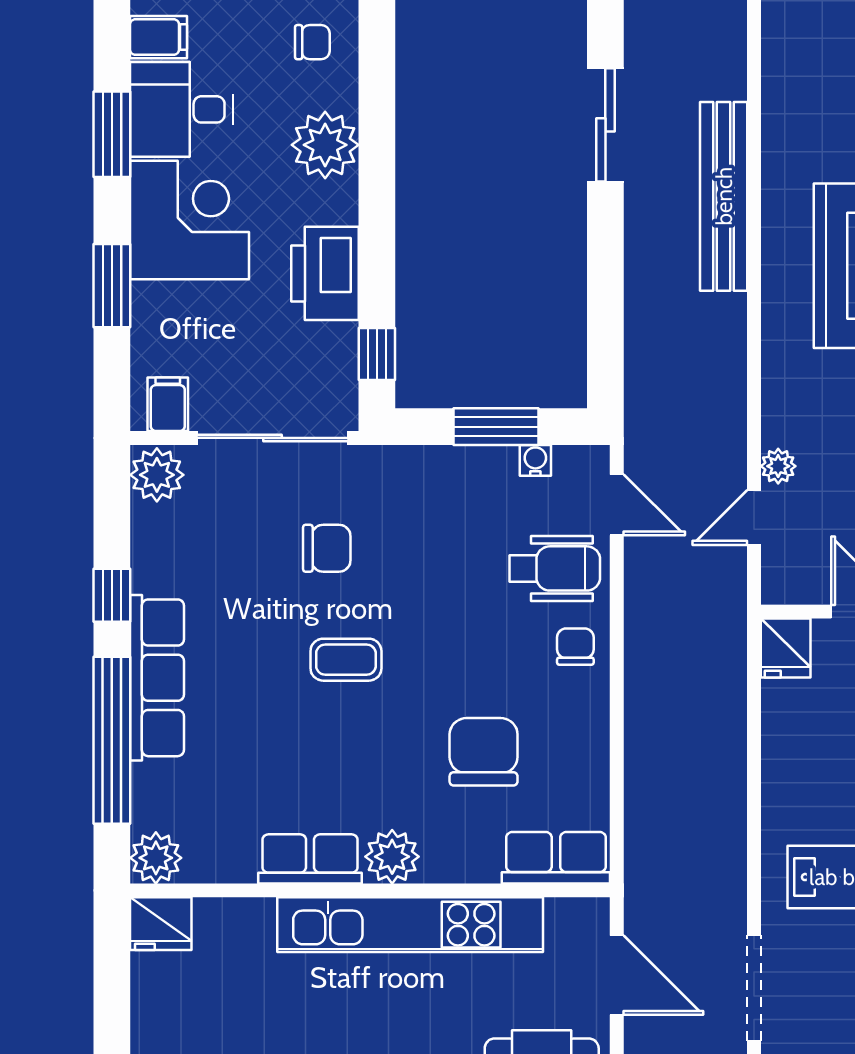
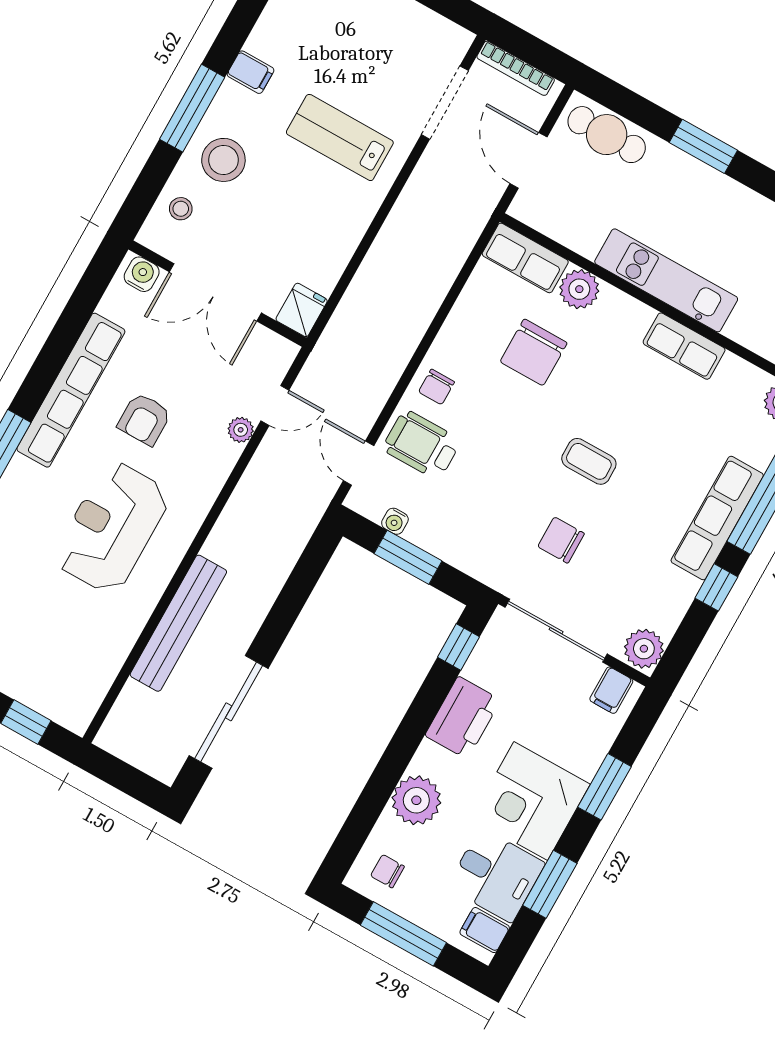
sliding door: (605, 125) -> (229, 712), width x1.37
plant: (392, 857) -> (579, 289), moved
kitchen unit: (410, 925) -> (666, 280), width x0.73

